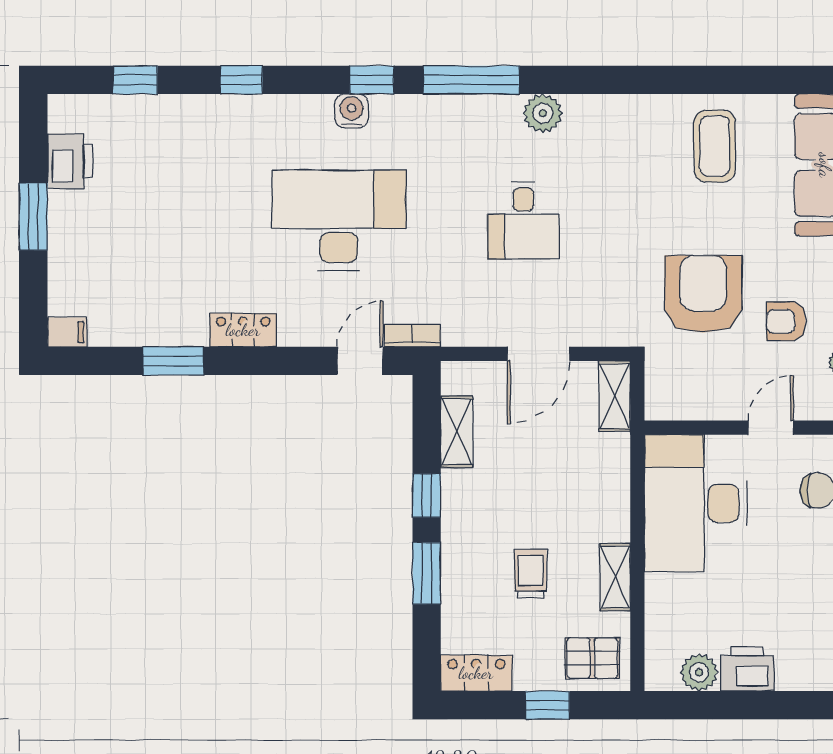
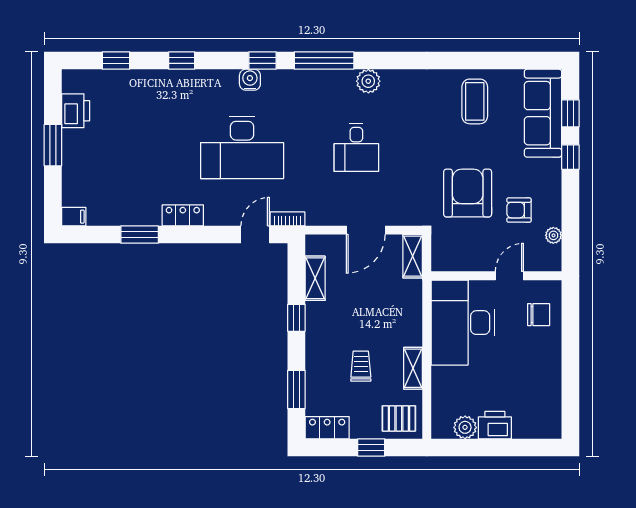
desk: (339, 220) -> (242, 148), turned 180
window: (427, 573) -> (296, 389), moved

